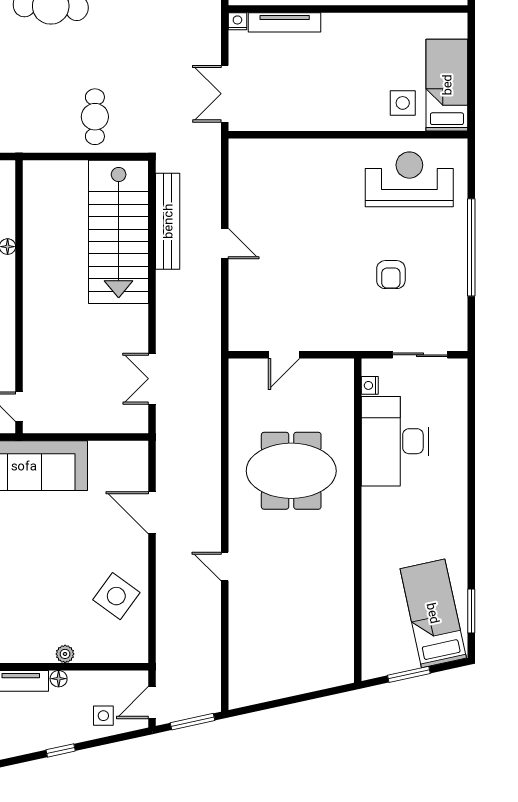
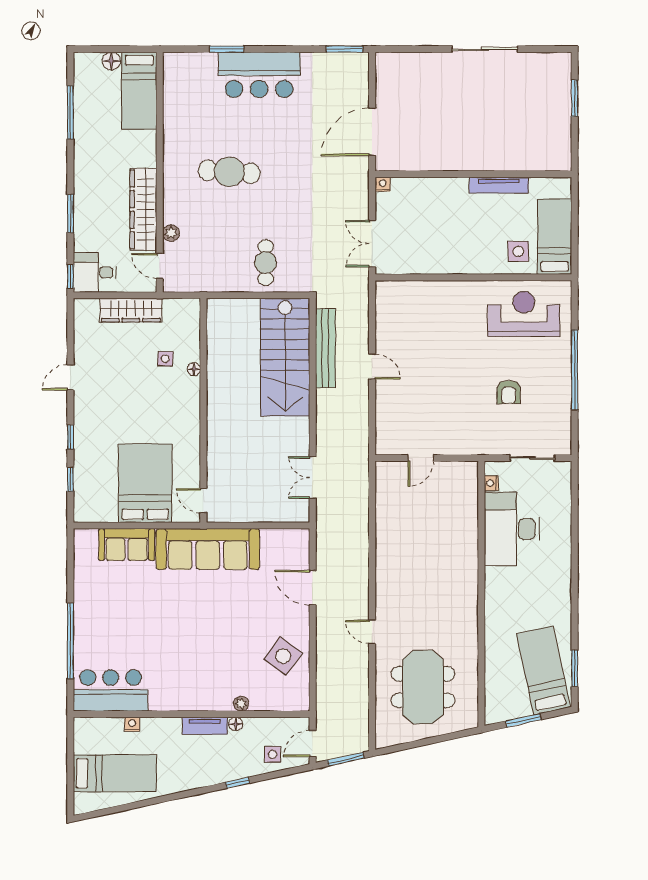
tv unit: (285, 22) -> (499, 185), moved
meeting table: (291, 471) -> (423, 687), moved, turned 90

